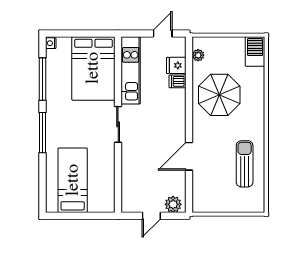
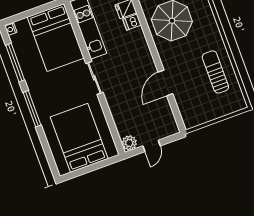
bed: (73, 180) -> (79, 138), width x1.50
plant: (173, 204) -> (129, 143), moved

